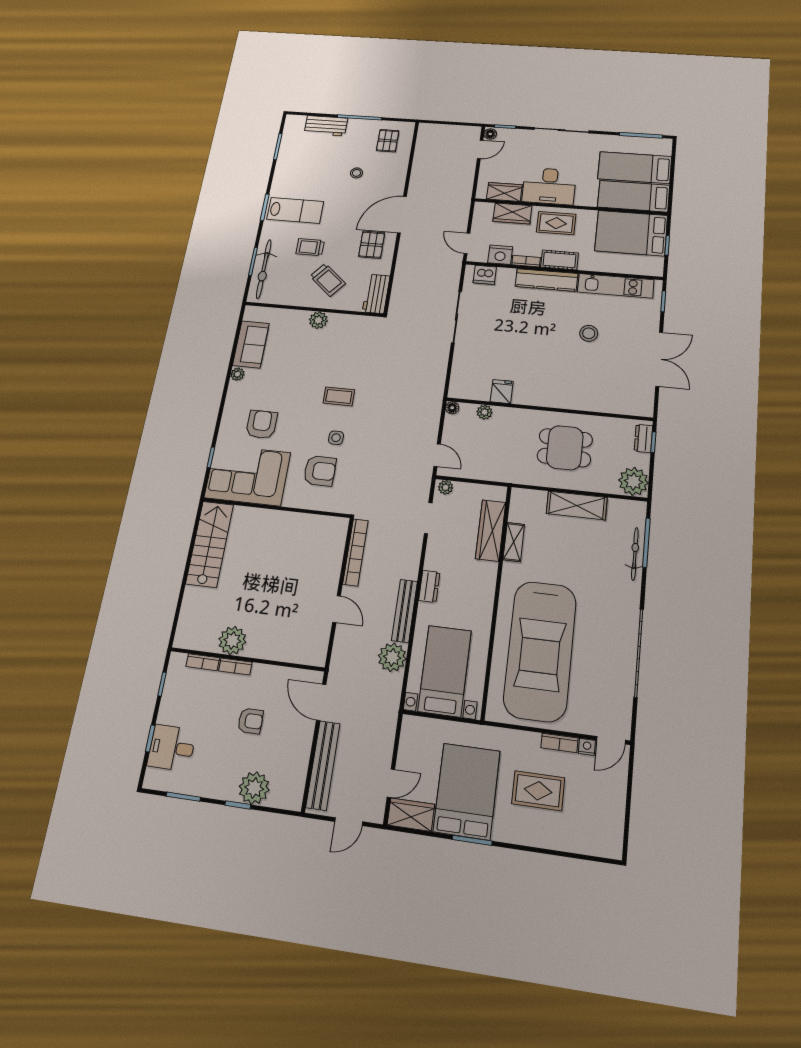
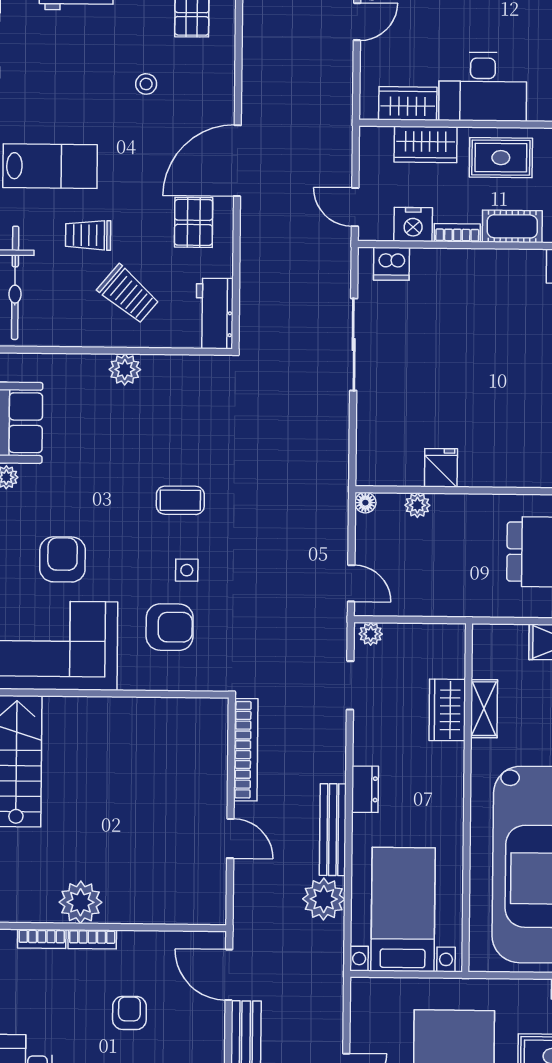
kitchen counter: (546, 280) -> (494, 265), removed
wardrobe: (491, 530) -> (447, 710), width x0.67
armchair: (250, 721) -> (129, 1013), turned -90

